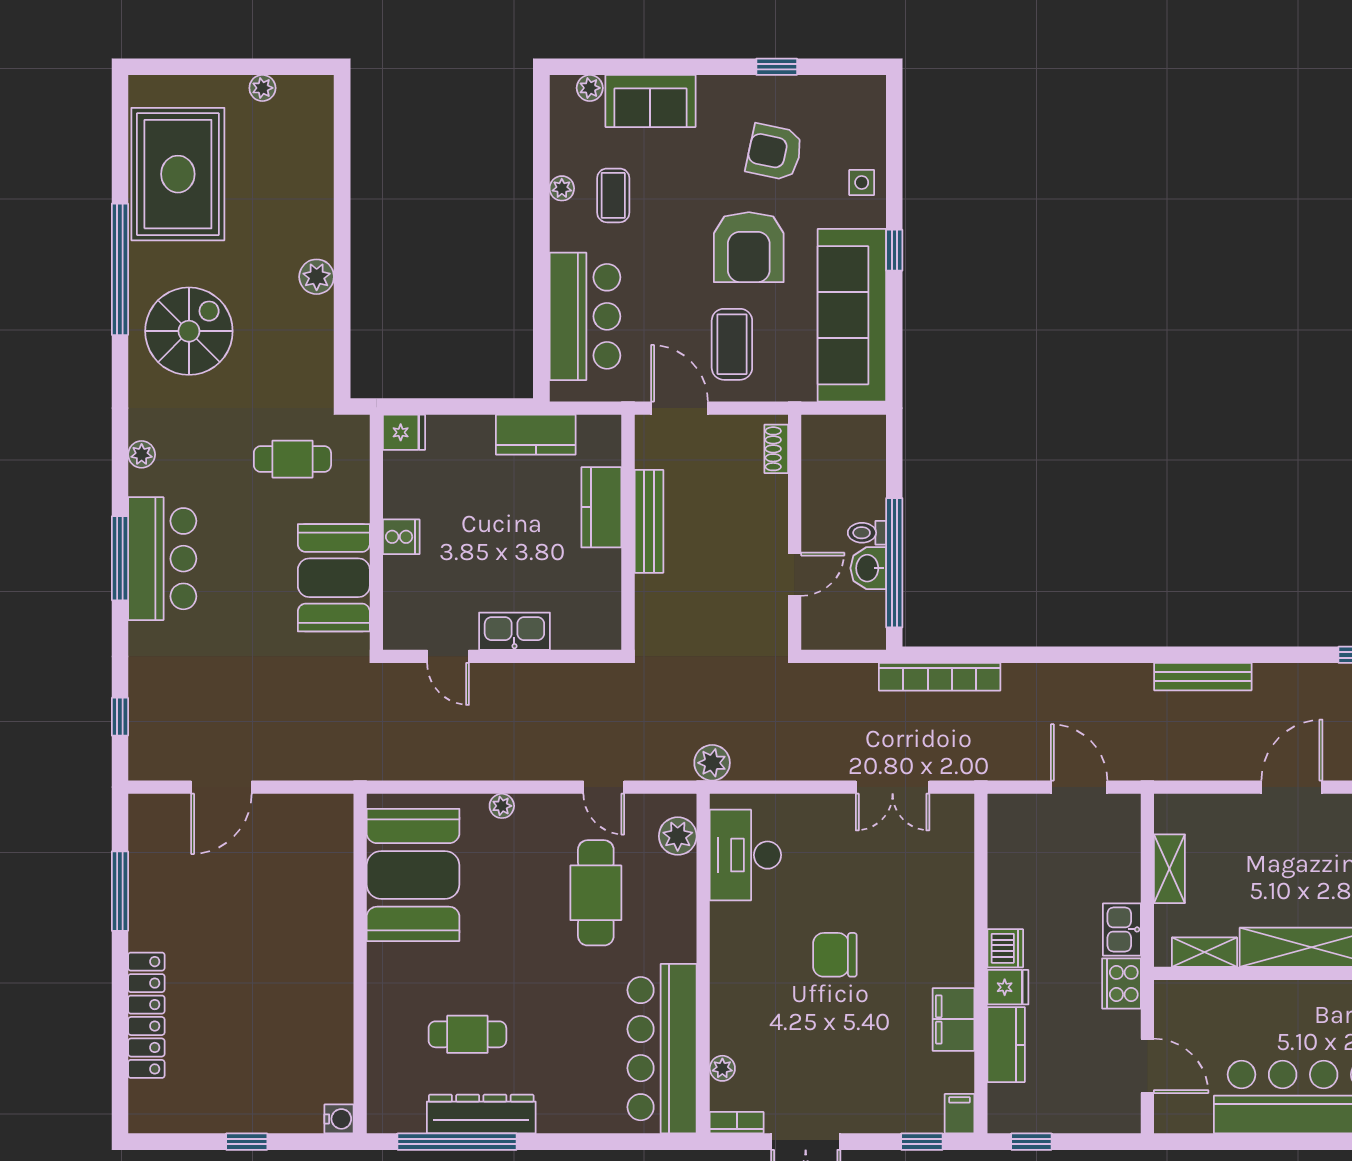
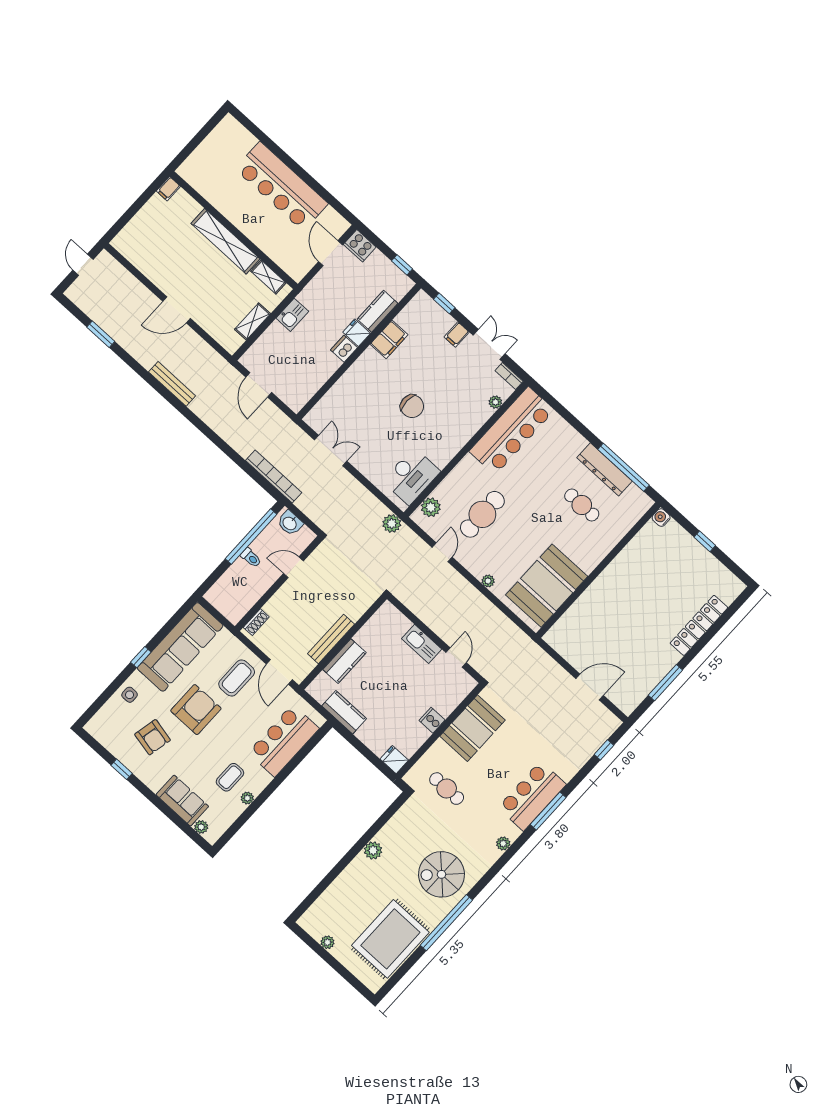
washbasin: (868, 568) -> (290, 523), moved, turned 90
cooker: (1121, 983) -> (360, 246), moved, turned 90
filing cabinet: (959, 1114) -> (457, 335), moved

